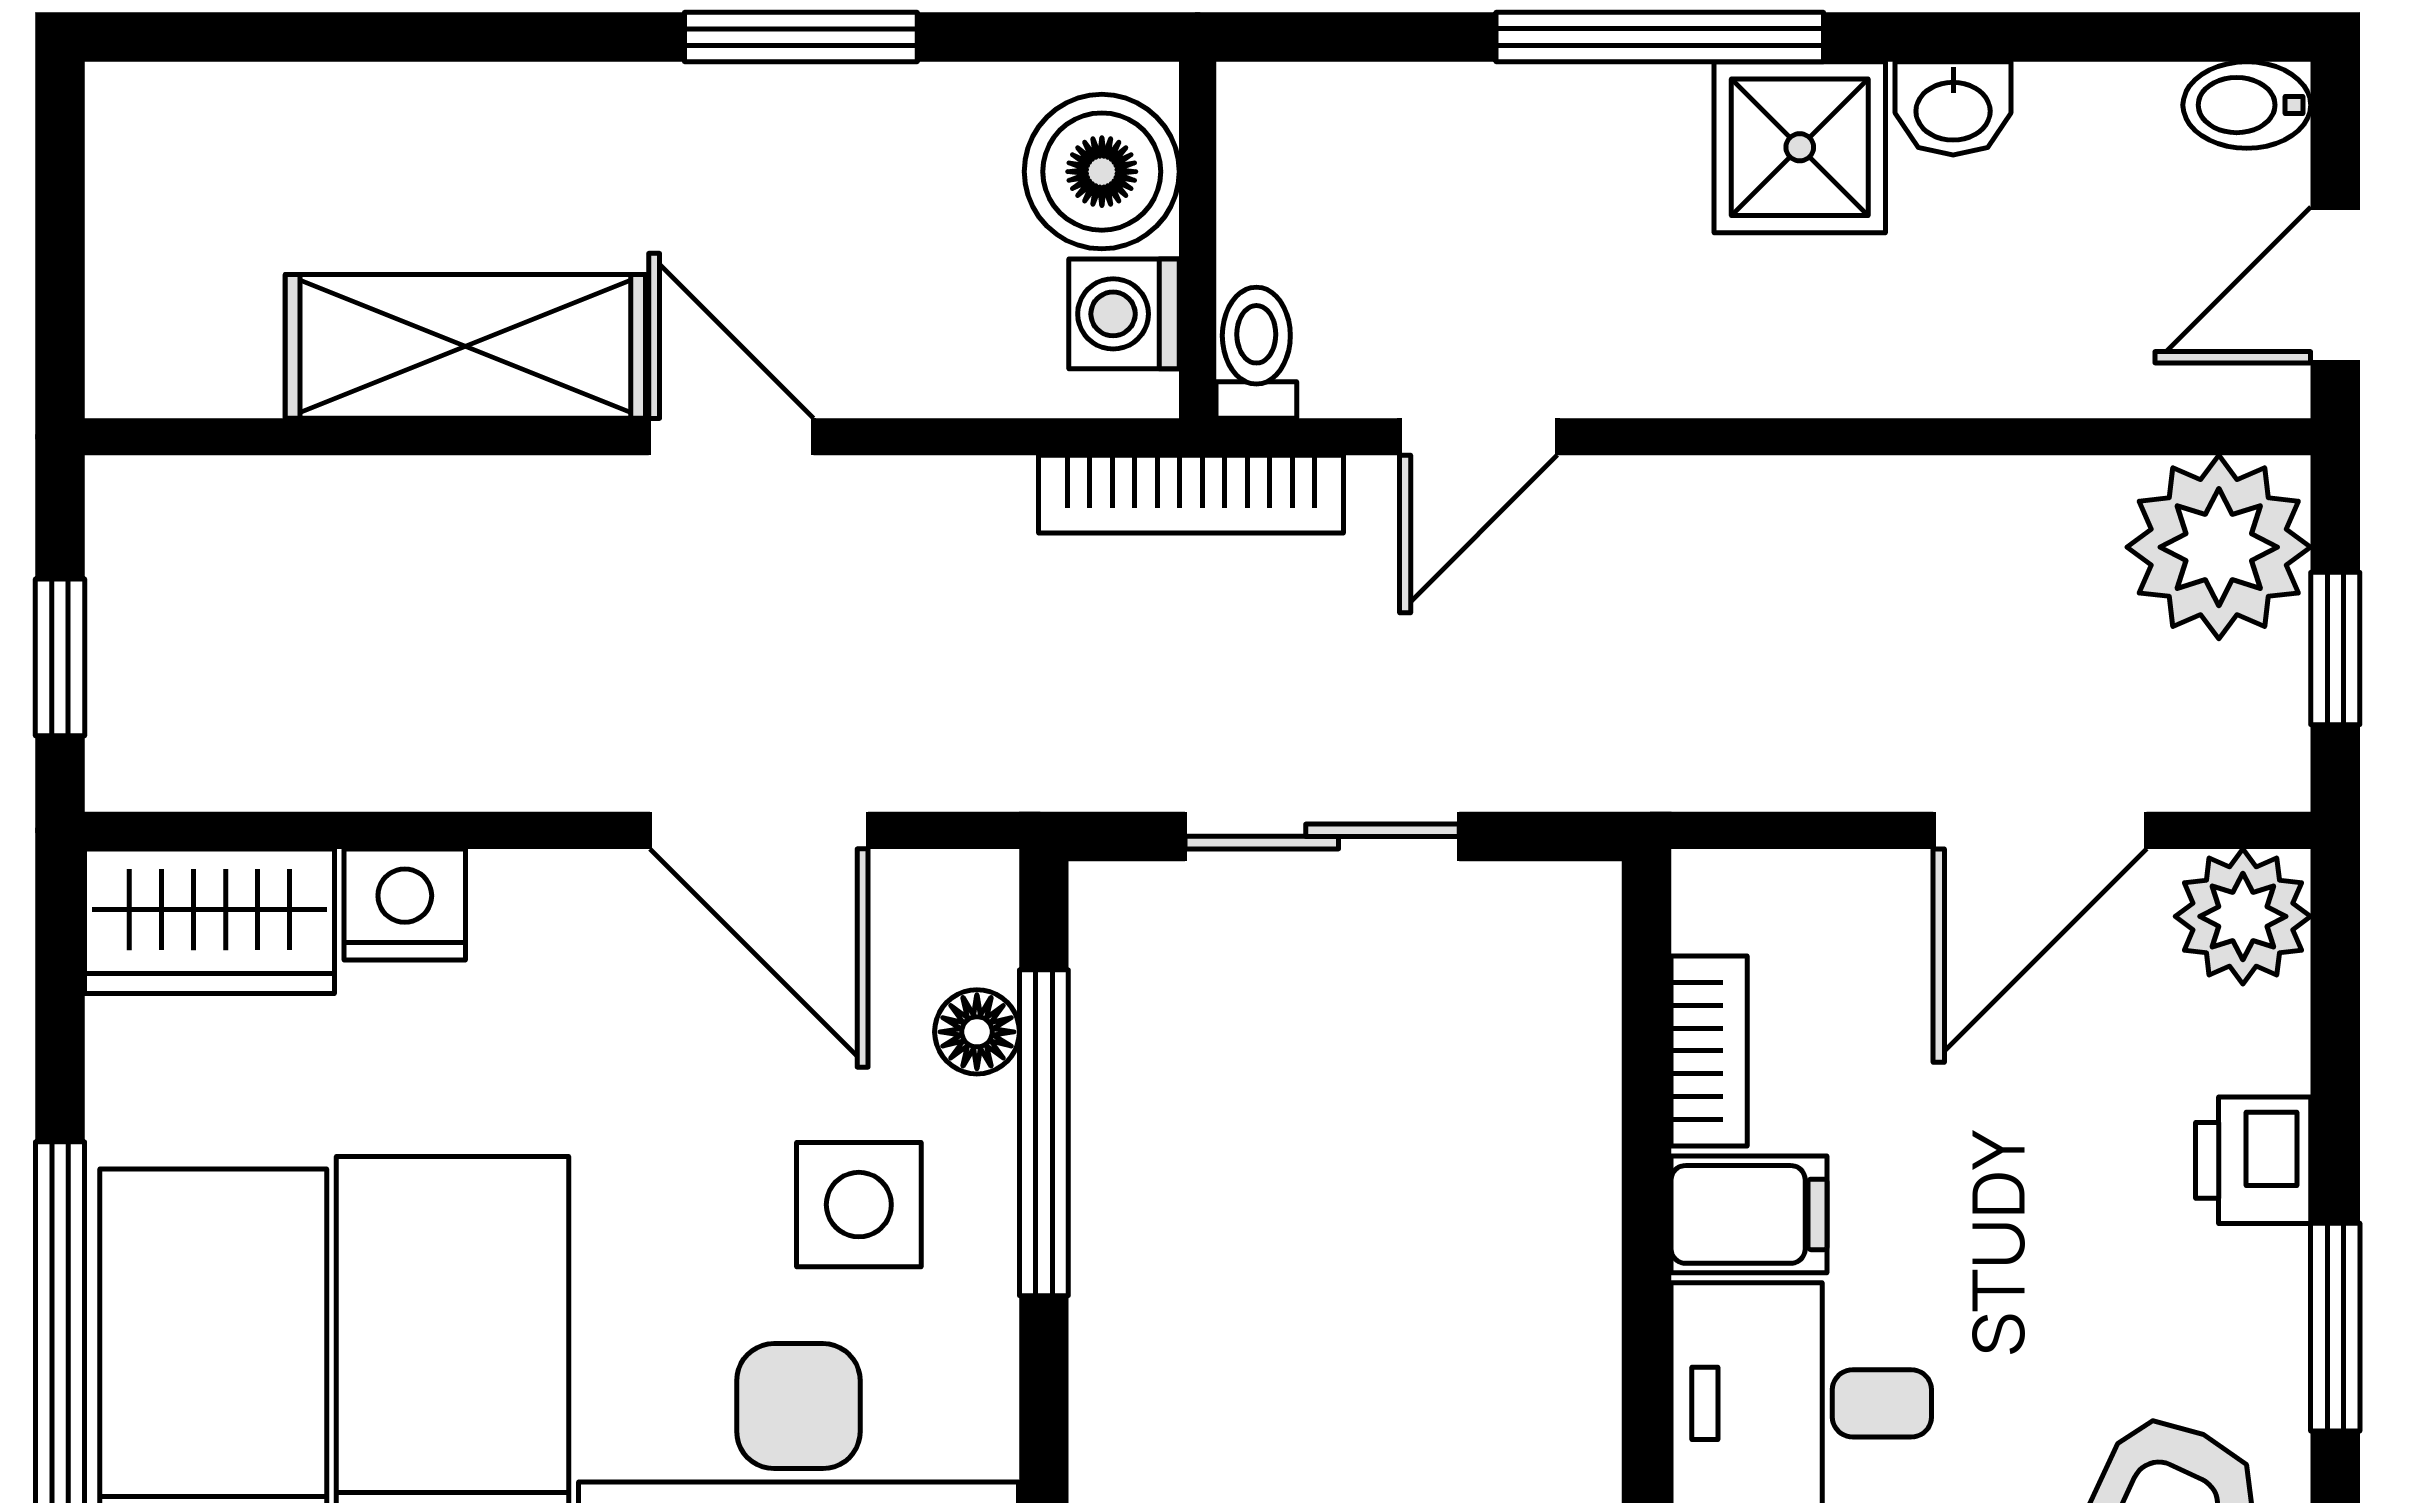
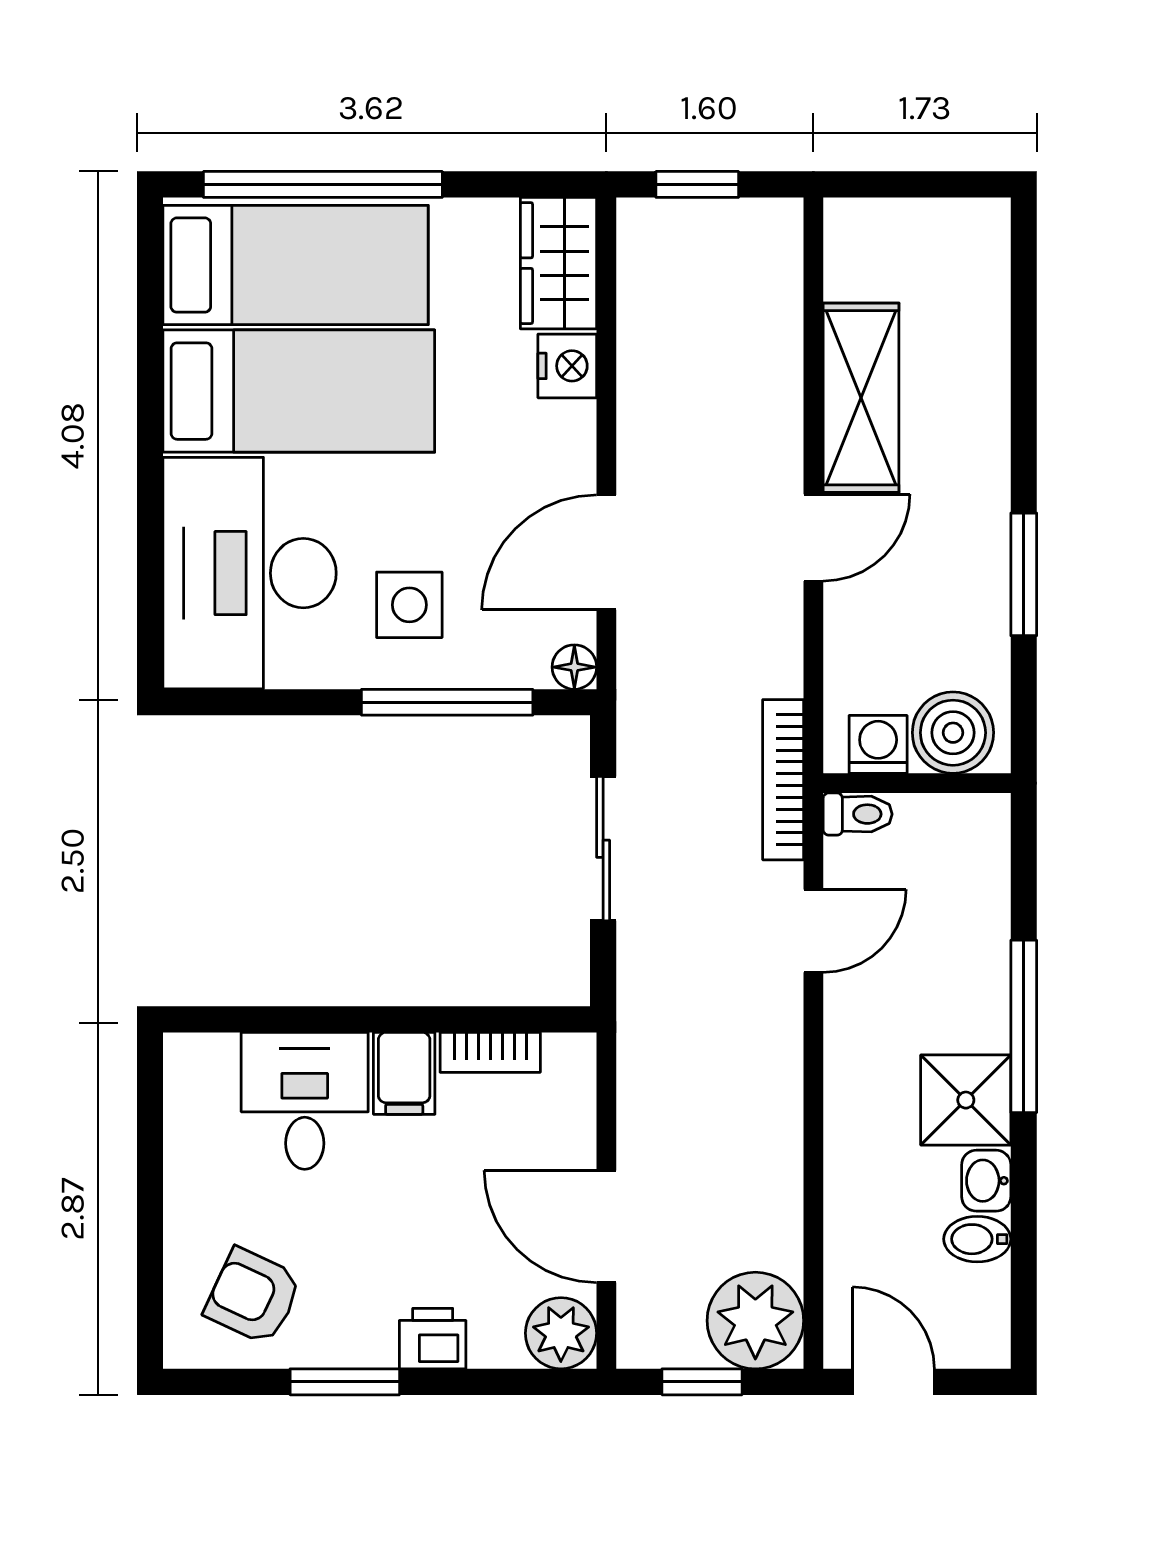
bidet: (2247, 105) -> (977, 1239), moved, turned -90
door: (1478, 437) -> (813, 931), swing flipped
floor lamp: (977, 1032) -> (574, 667), moved

